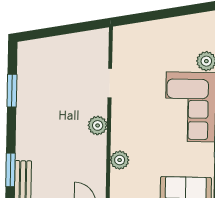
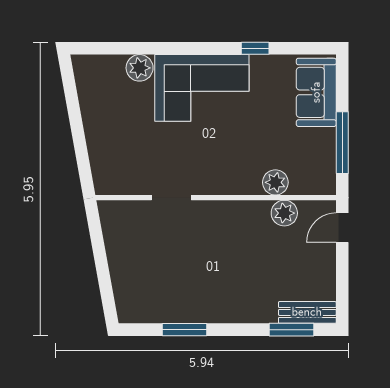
plant: (98, 125) -> (284, 213), moved

